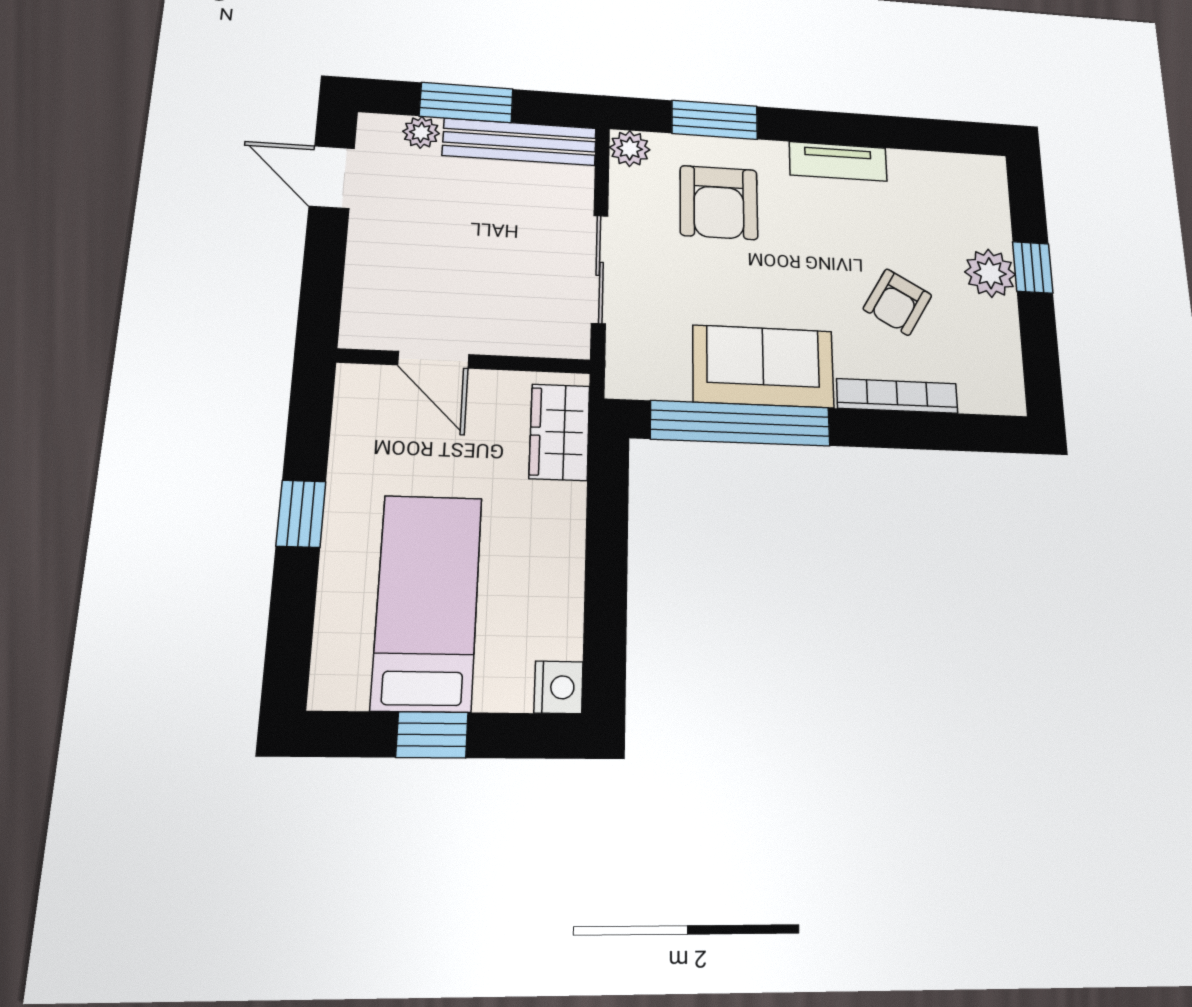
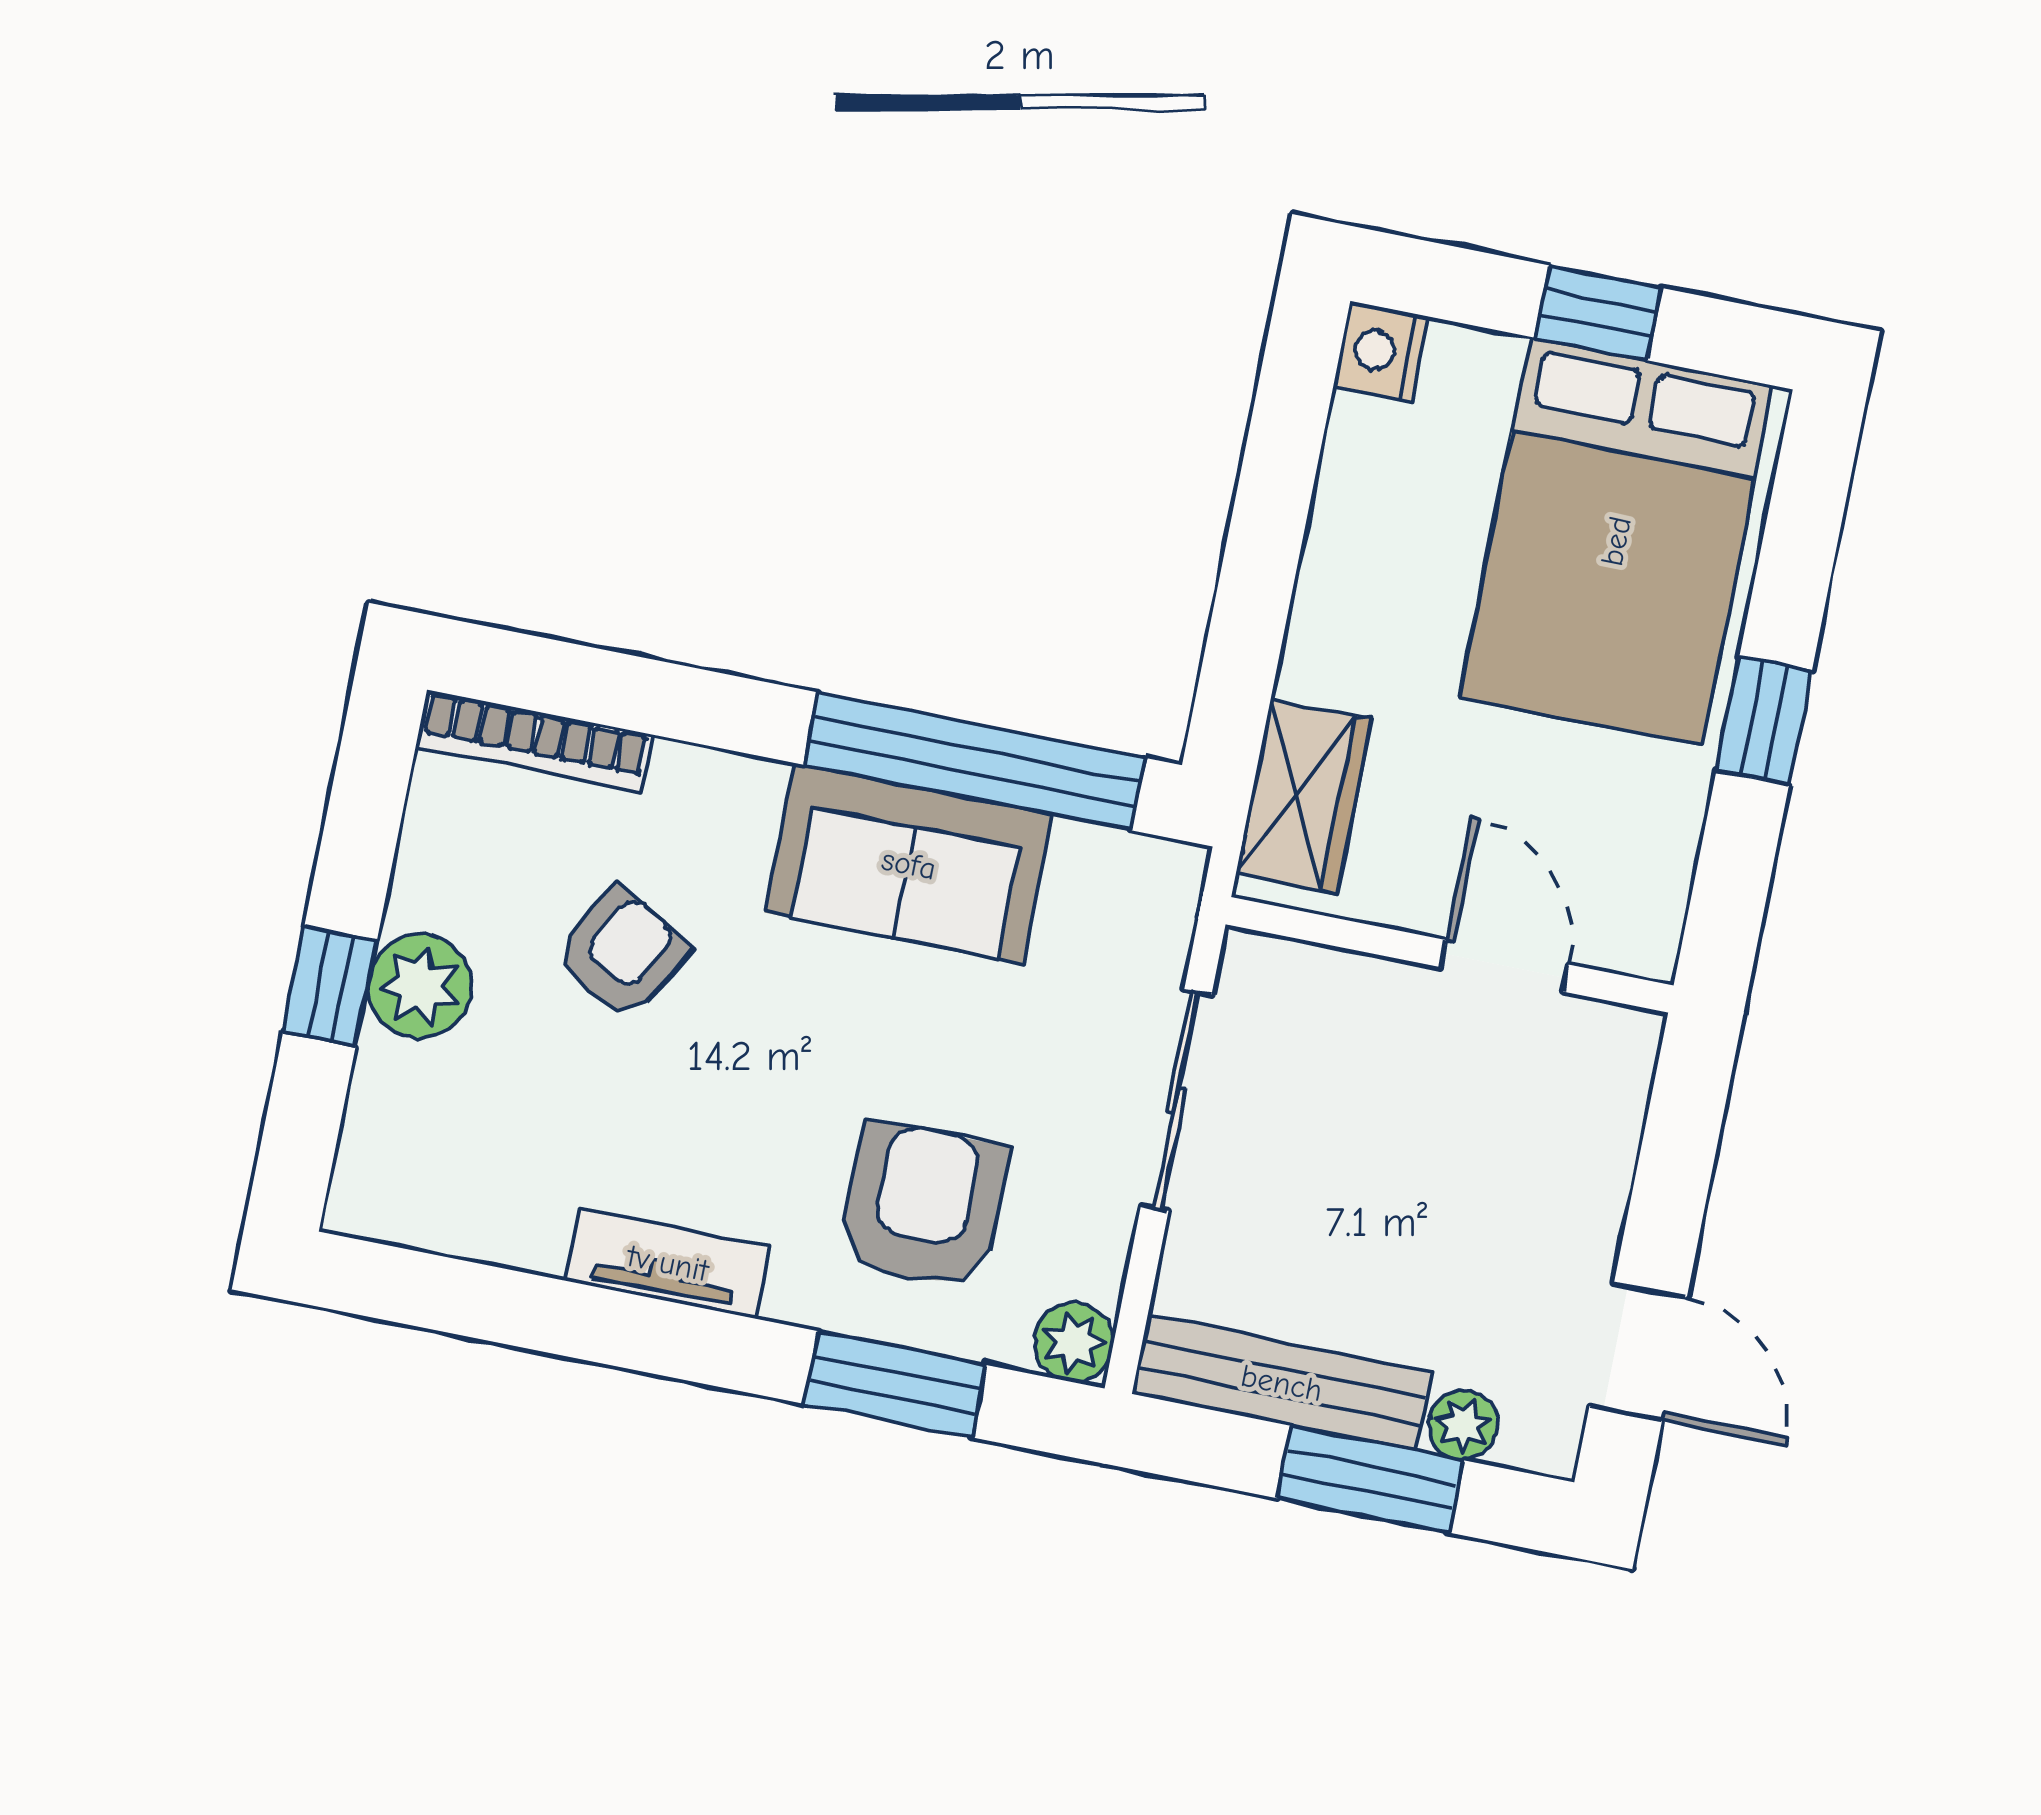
bookcase: (897, 396) -> (534, 741), moved
bed: (427, 602) -> (1616, 541), width x1.50

